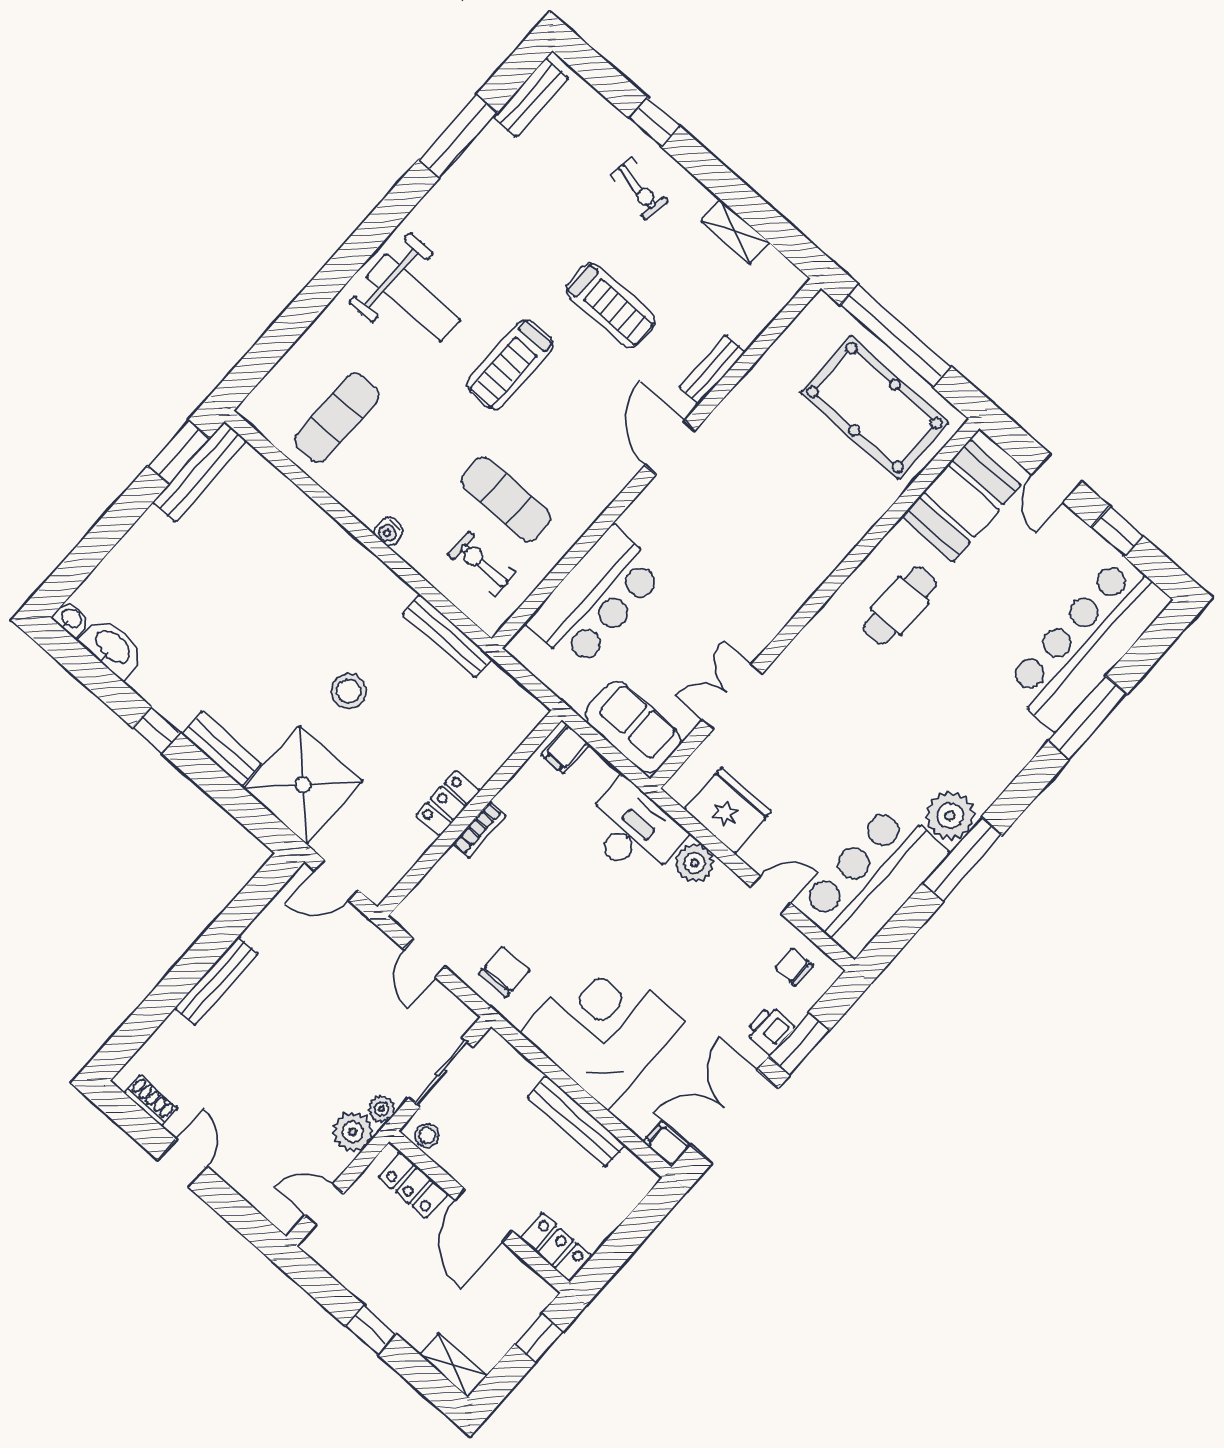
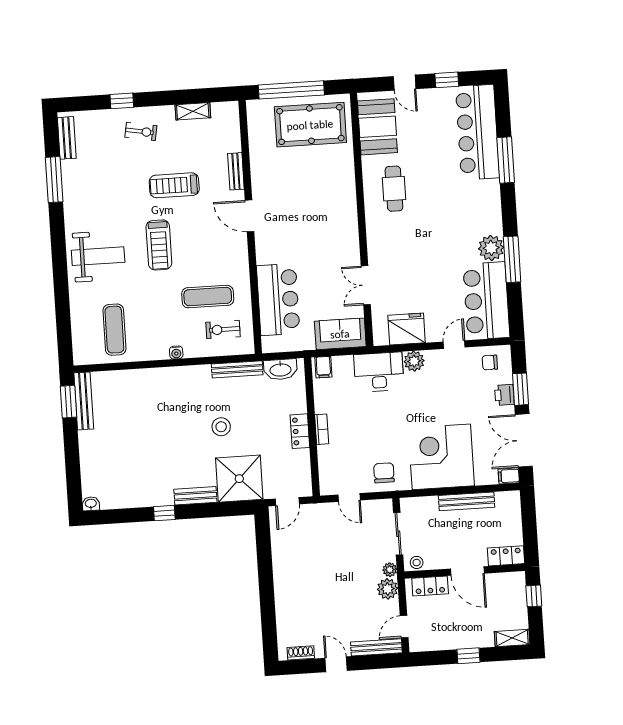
treadmill: (611, 305) -> (174, 185), turned 180
washbasin: (112, 647) -> (280, 369), moved, turned 180
bench: (216, 981) -> (376, 647), moved, turned 90

